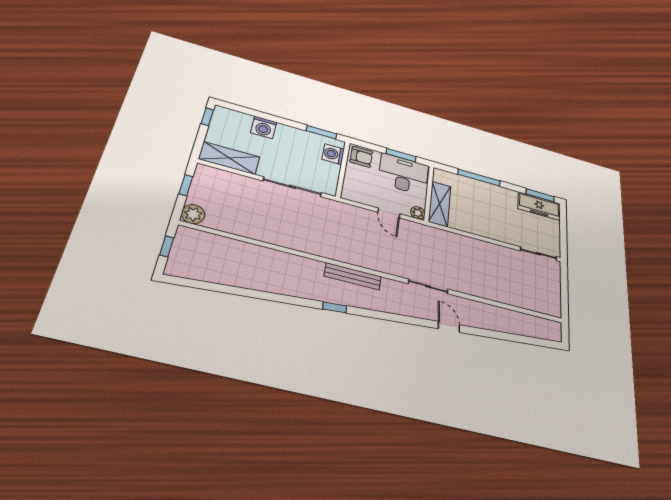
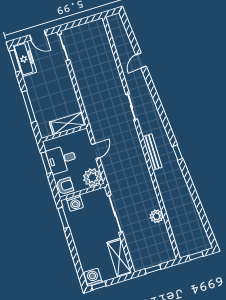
washing machine: (264, 127) -> (93, 277), moved, turned -90
armchair: (361, 157) -> (65, 186), turned 90
desk: (403, 174) -> (62, 159), width x0.73
plant: (418, 213) -> (92, 178), moved, width x1.87, depth x1.87
plant: (193, 214) -> (157, 216), moved
door: (563, 235) -> (38, 35), added
door: (449, 327) -> (141, 60), moved

